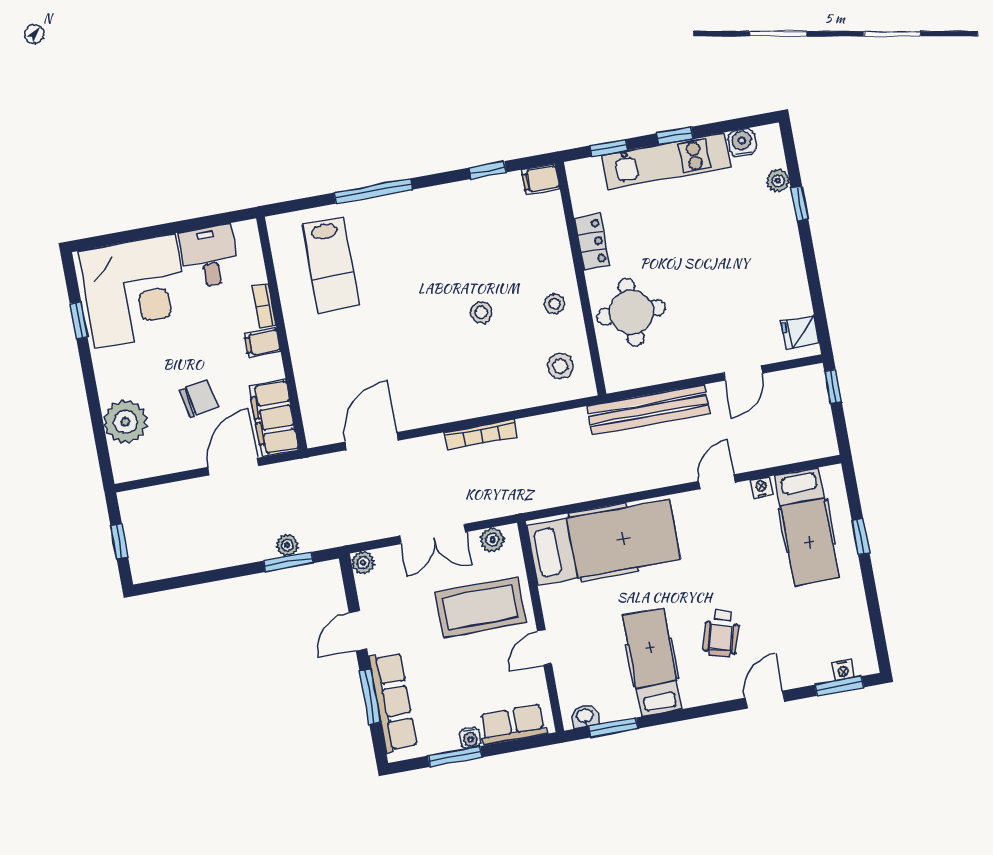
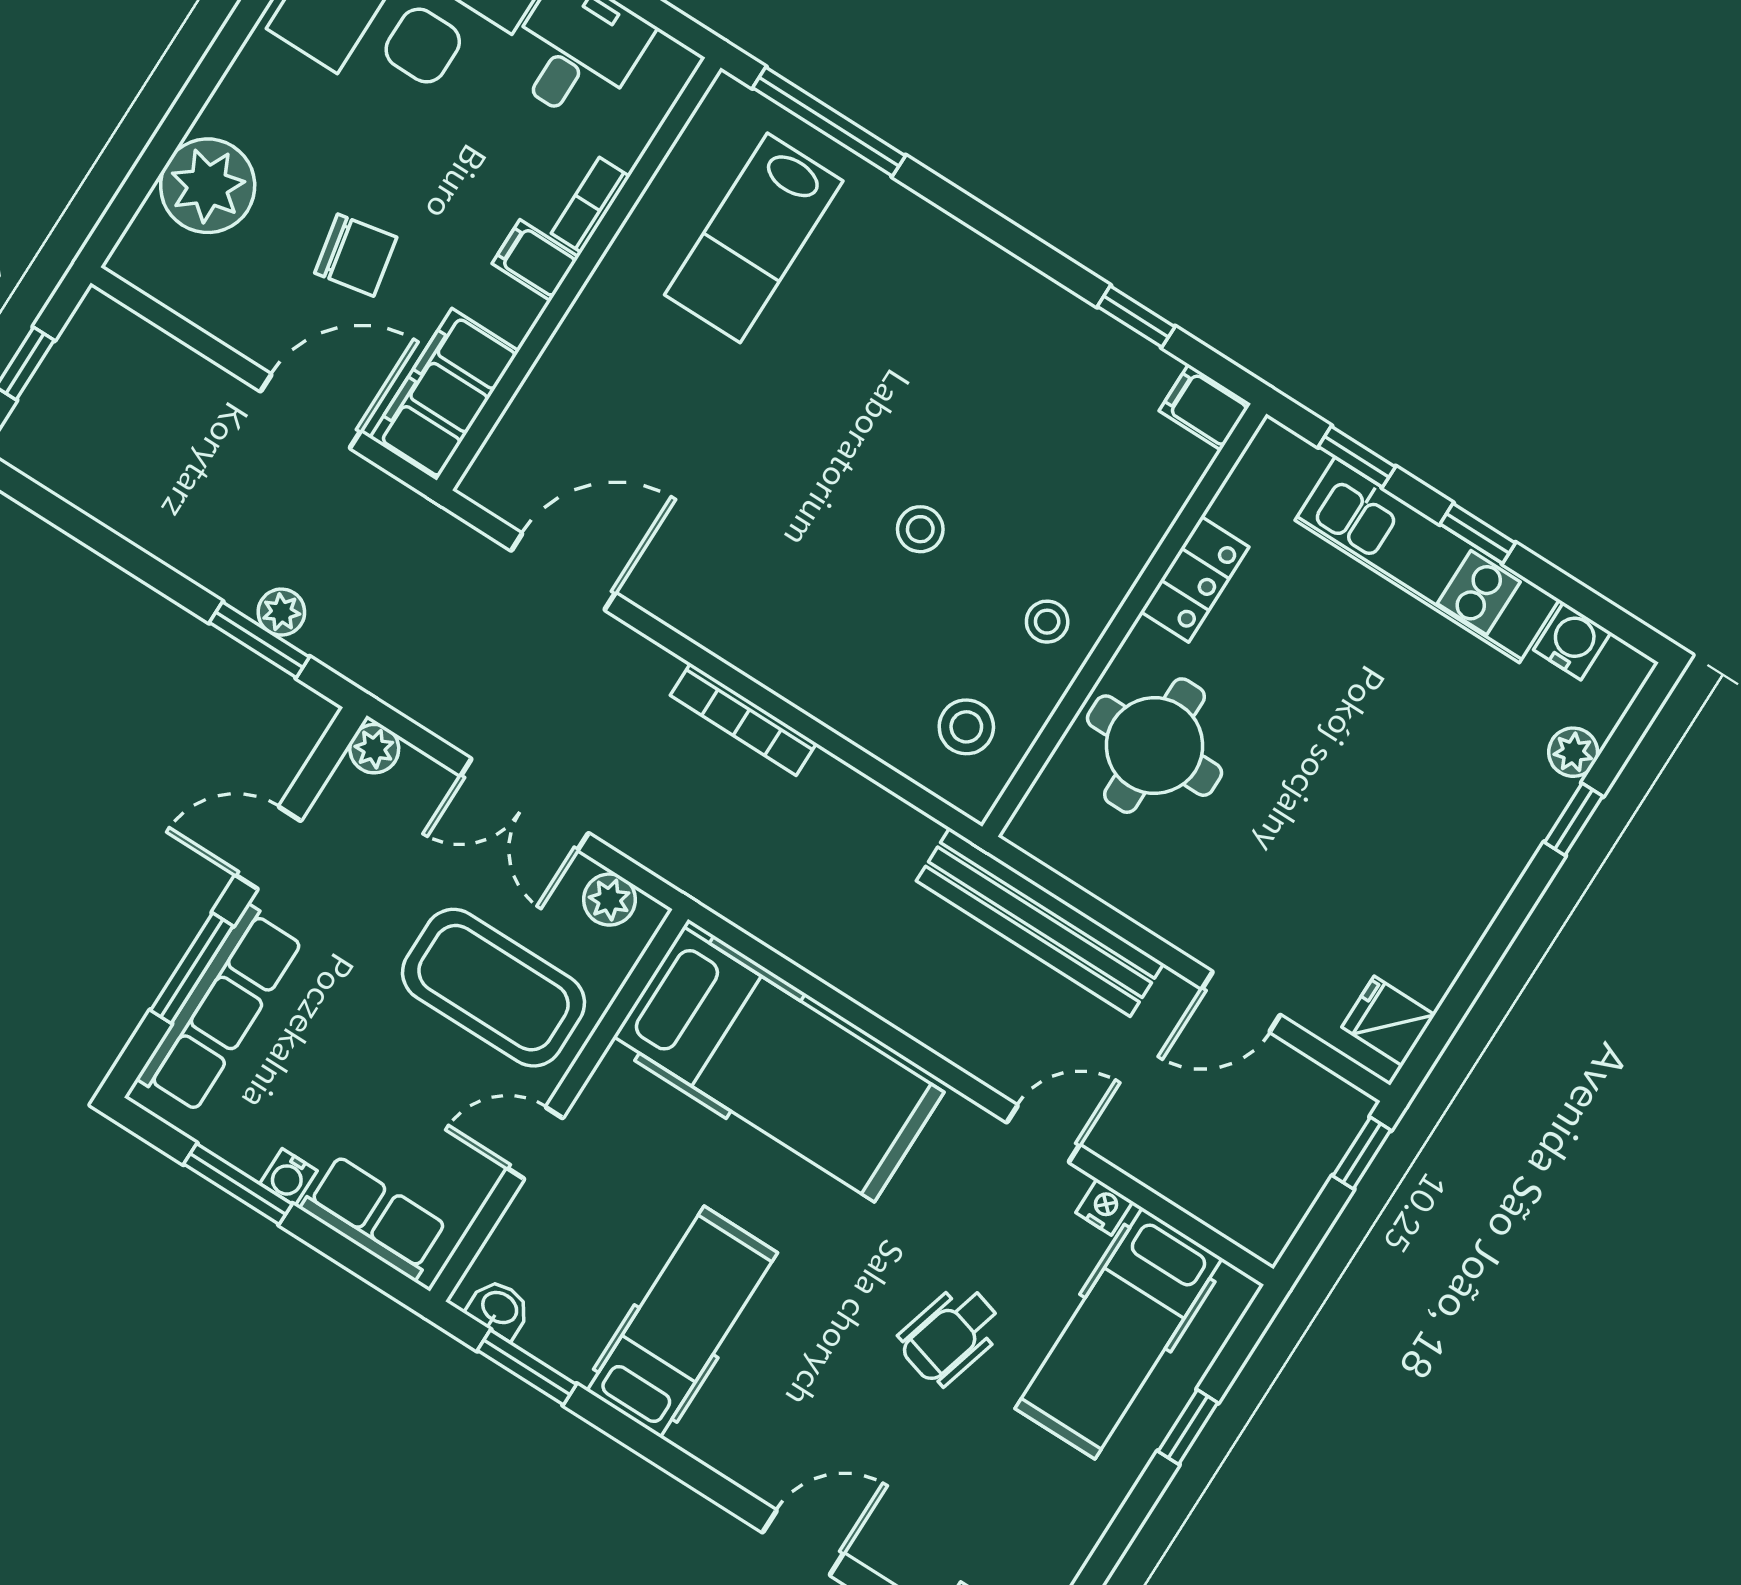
window: (373, 191) -> (829, 122), moved
wheelchair: (721, 634) -> (950, 1335), moved

